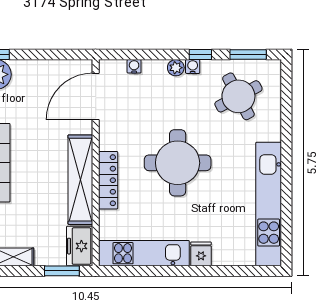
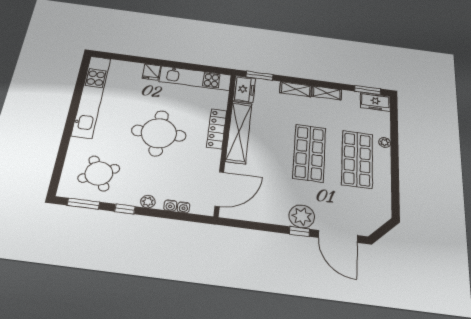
water cooler: (193, 66) -> (170, 205), moved

